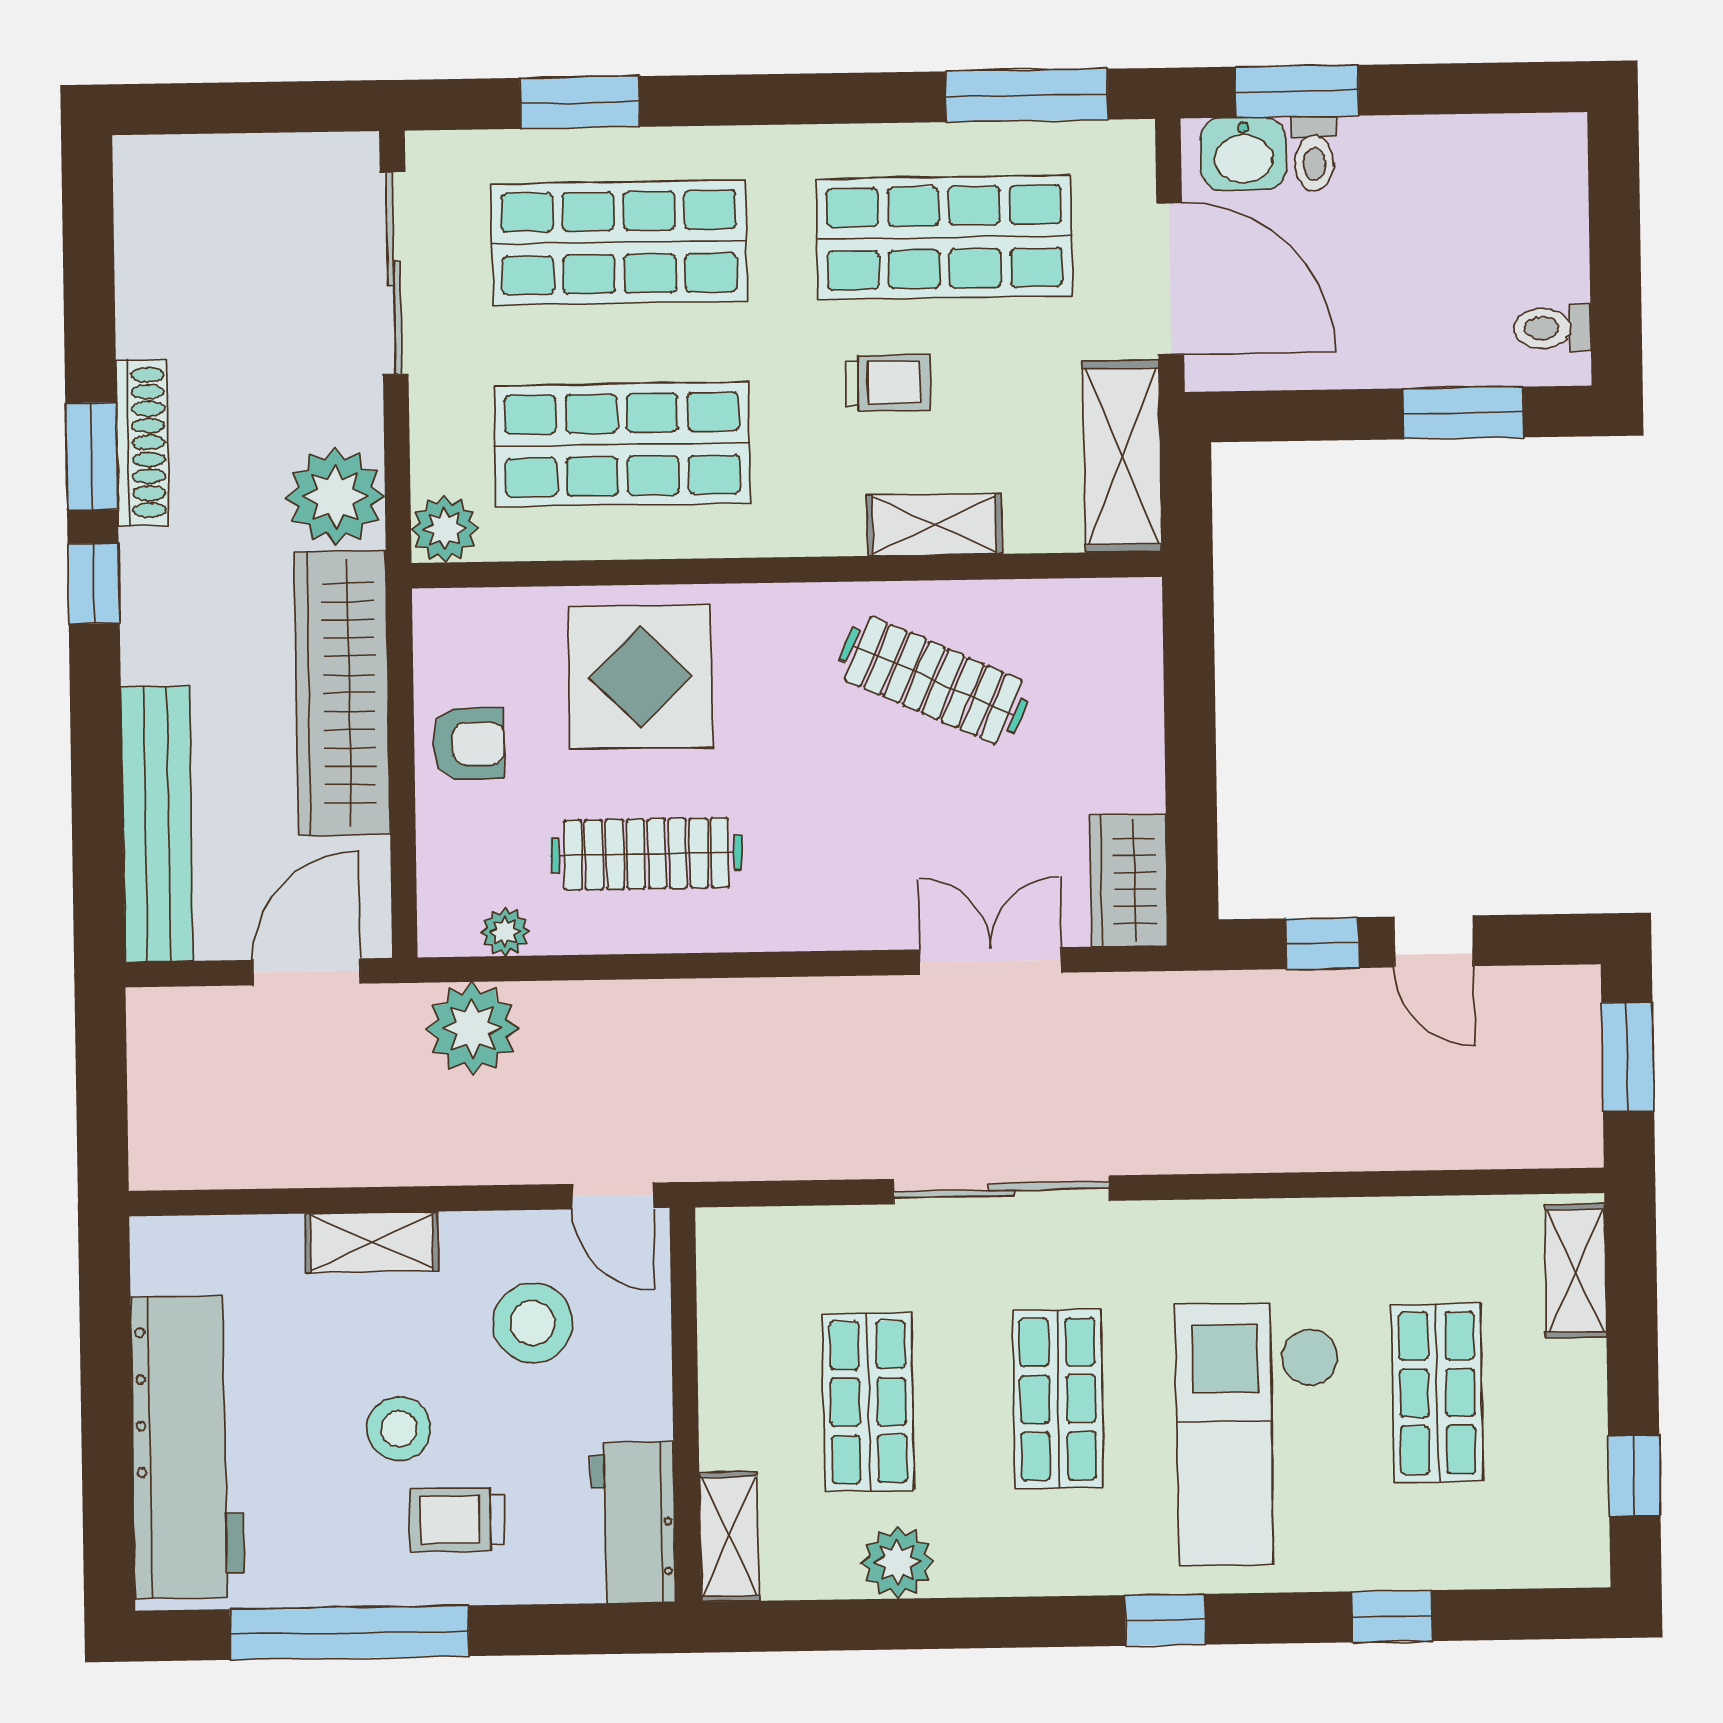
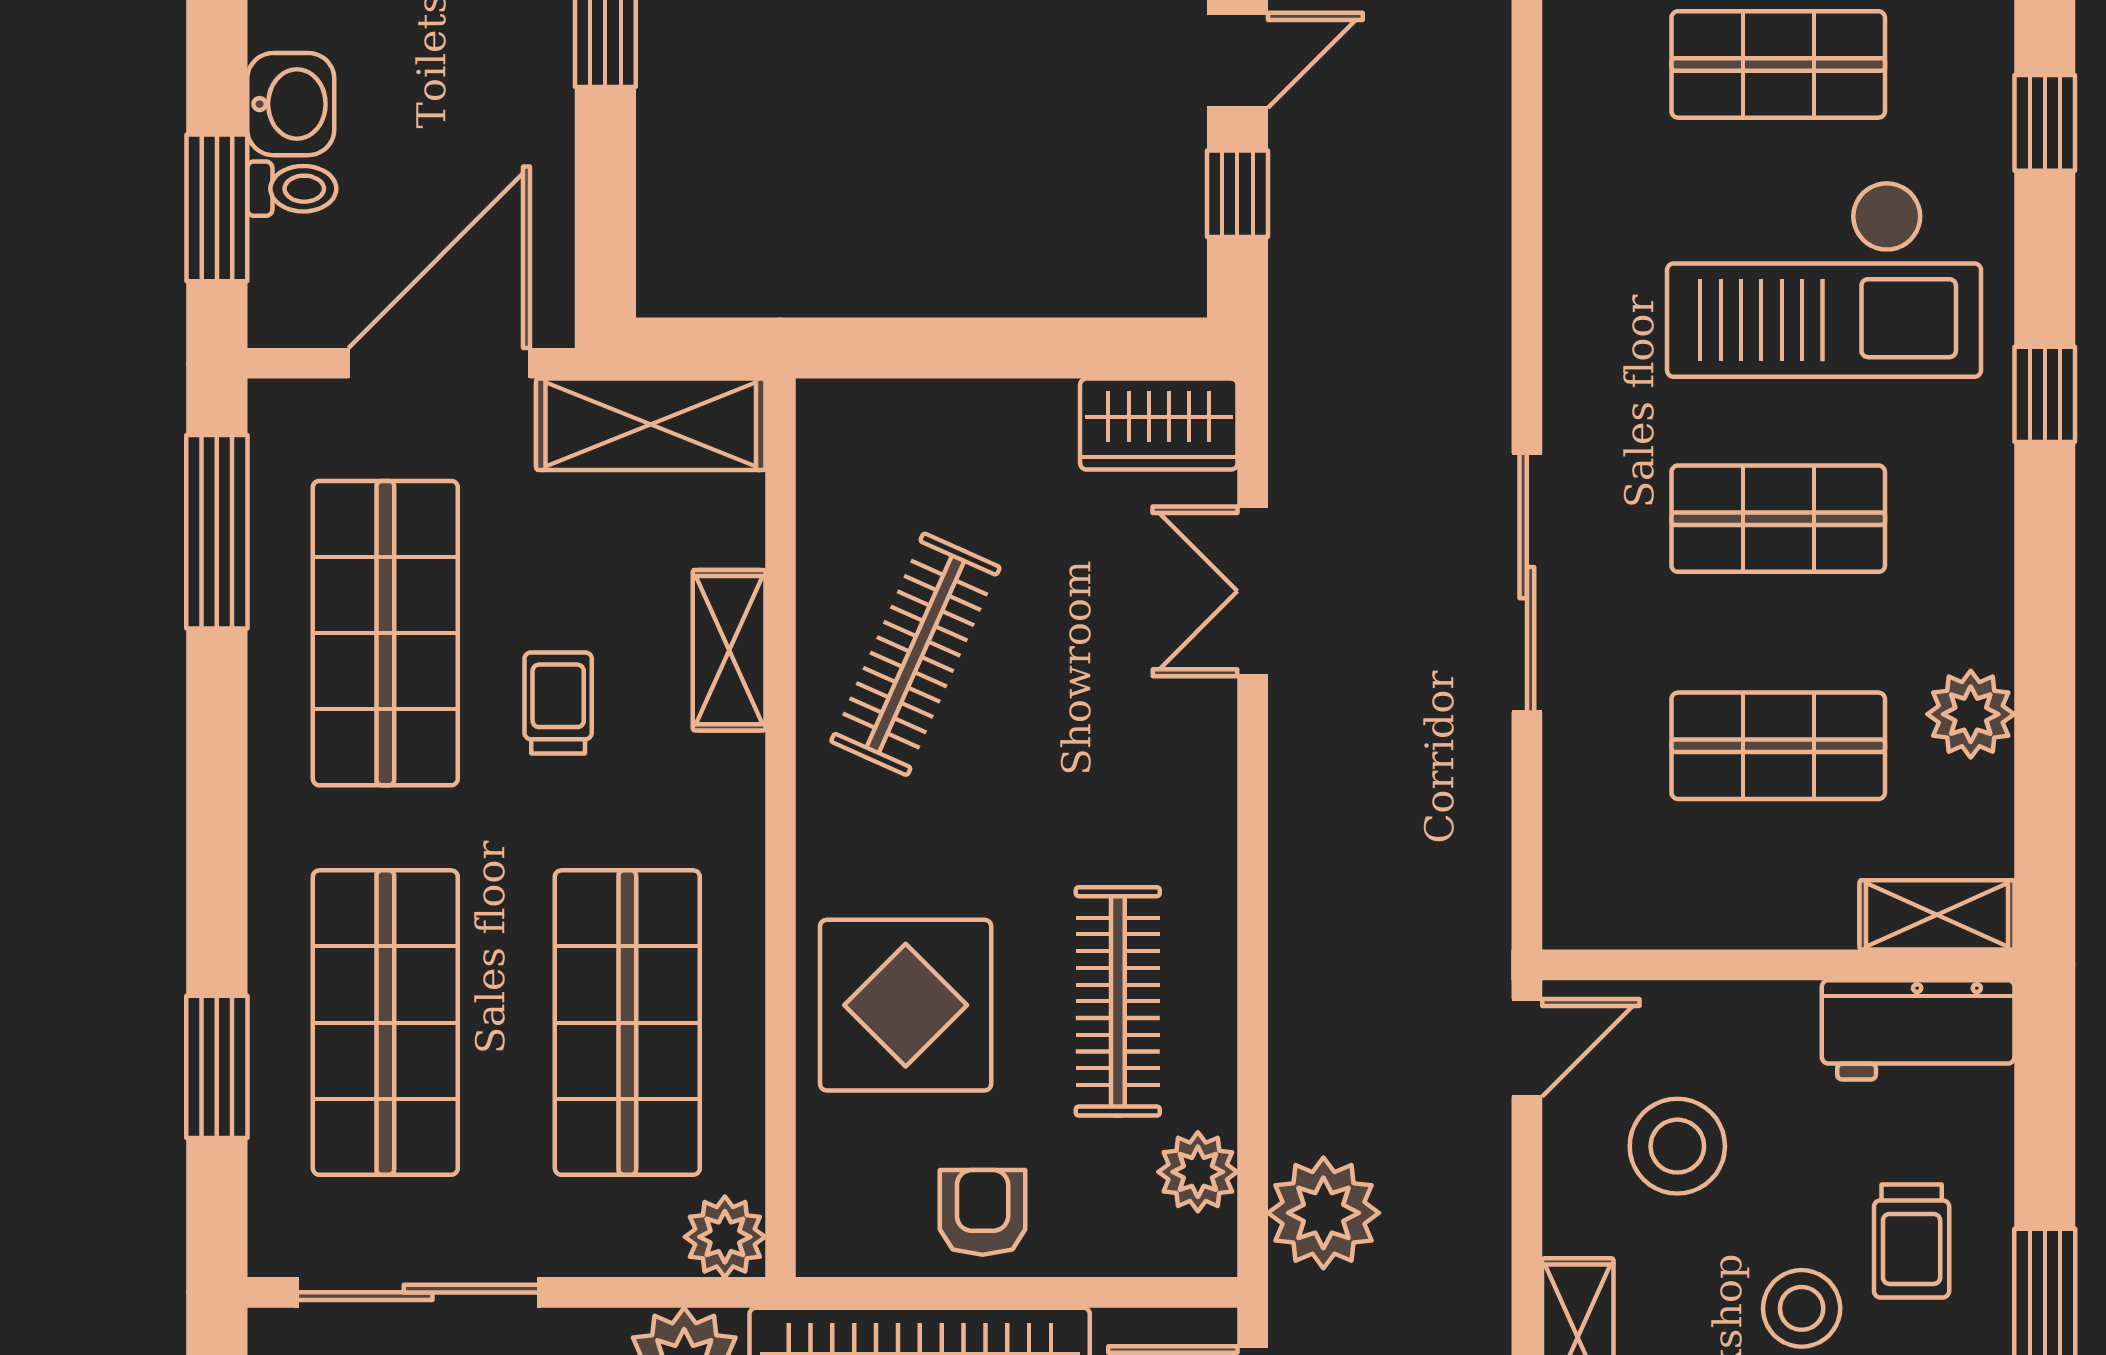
washbasin: (1243, 154) -> (291, 104), moved
plant: (505, 932) -> (1198, 1172), width x1.38, depth x1.38

